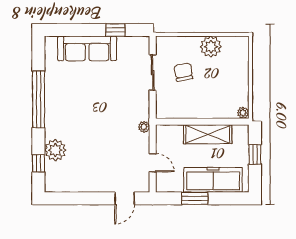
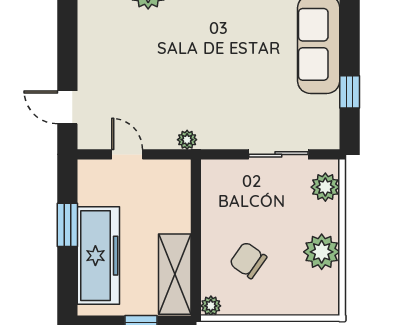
plant: (172, 44) -> (325, 187), added
chair: (183, 72) -> (248, 260), moved, turned -135
shelving: (208, 134) -> (175, 274), moved
door: (153, 163) -> (127, 154), swing flipped

